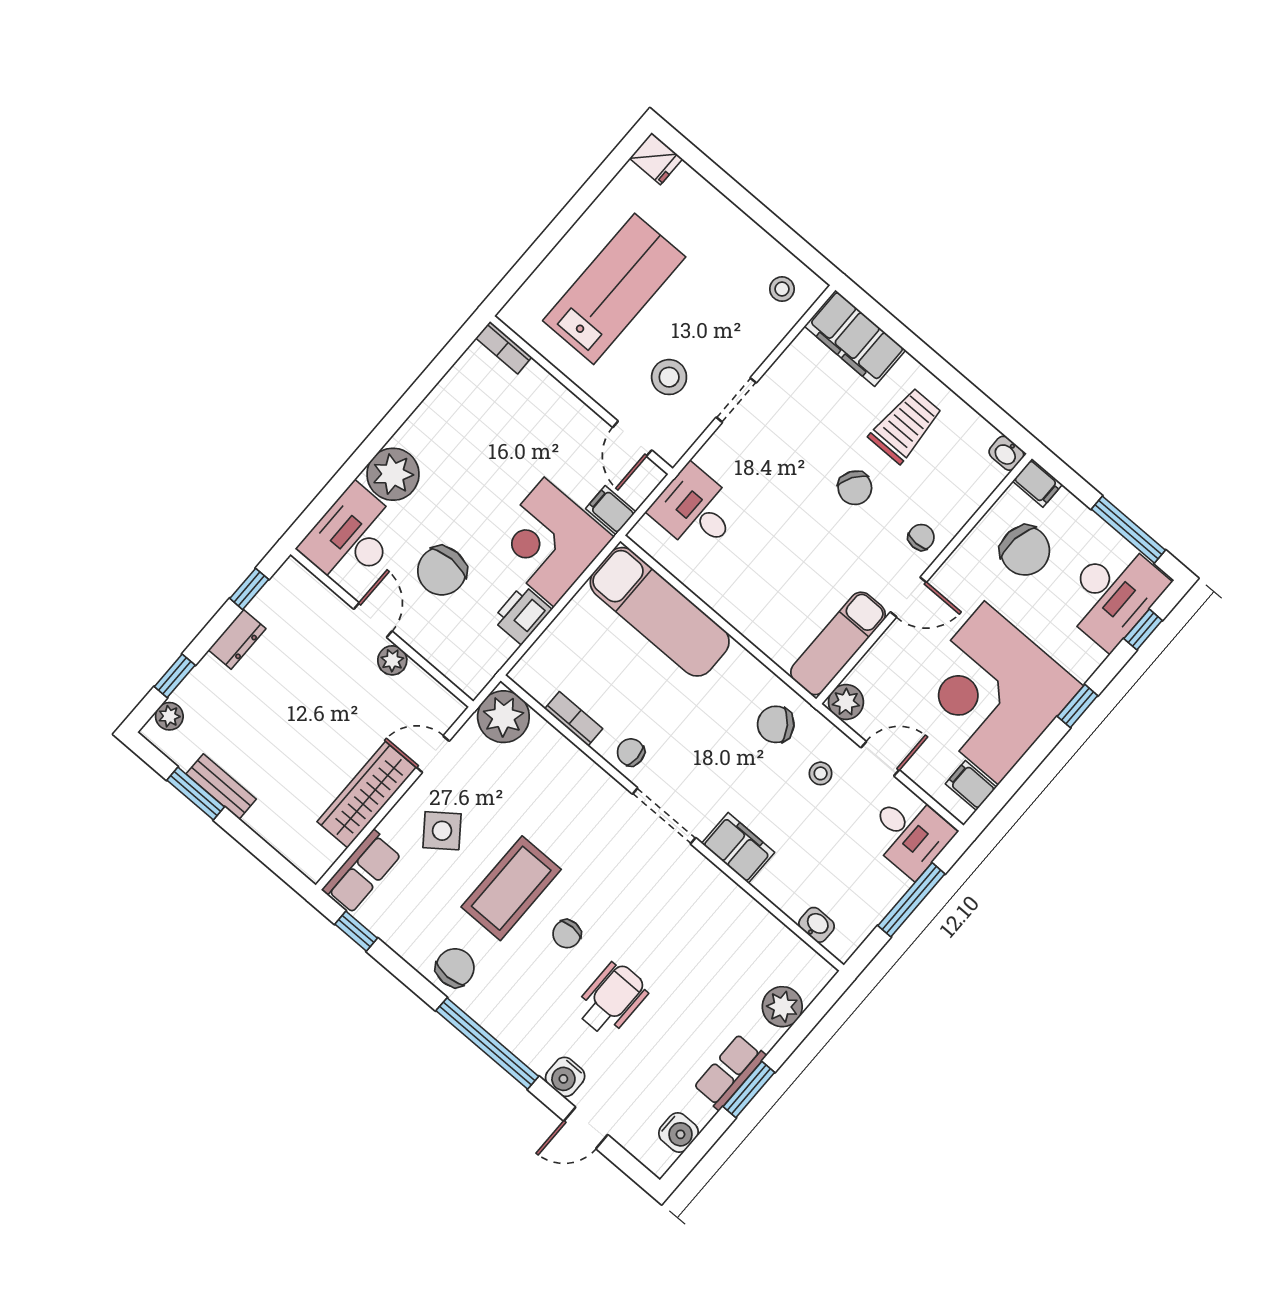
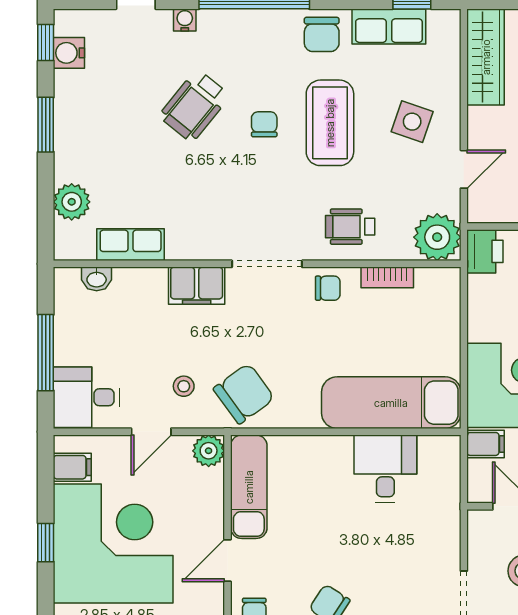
desk: (695, 510) -> (385, 469), moved, turned -90
printer: (522, 615) -> (485, 251), moved
window: (1078, 706) -> (46, 543), moved
chair: (776, 724) -> (244, 394), width x1.37, depth x1.37
wheelchair: (568, 787) -> (350, 227), added
wardrobe: (367, 795) -> (486, 57), moved
side table: (442, 831) -> (412, 122), turned -34
row of seats: (362, 872) -> (389, 26), moved, turned -90
wheelchair: (612, 999) -> (194, 106), turned 39
row of seats: (730, 1072) -> (131, 245), moved, turned -90
water cooler: (565, 1077) -> (185, 20), width x0.72, depth x0.72
window: (690, 1158) -> (46, 43), added

